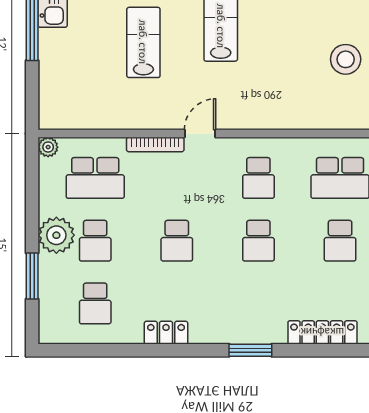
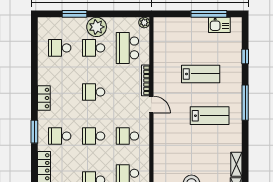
school desk: (258, 303) -> (60, 136), added
locker: (166, 333) -> (44, 98), moved

